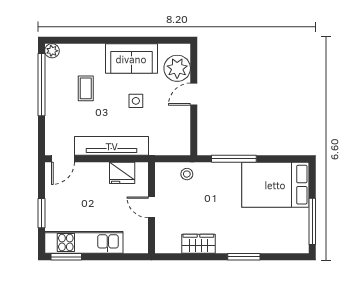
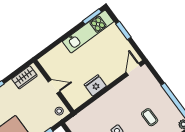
tv unit: (112, 146) -> (112, 96), removed
door: (151, 207) -> (54, 87), moved
wall: (151, 208) -> (54, 86), moved

